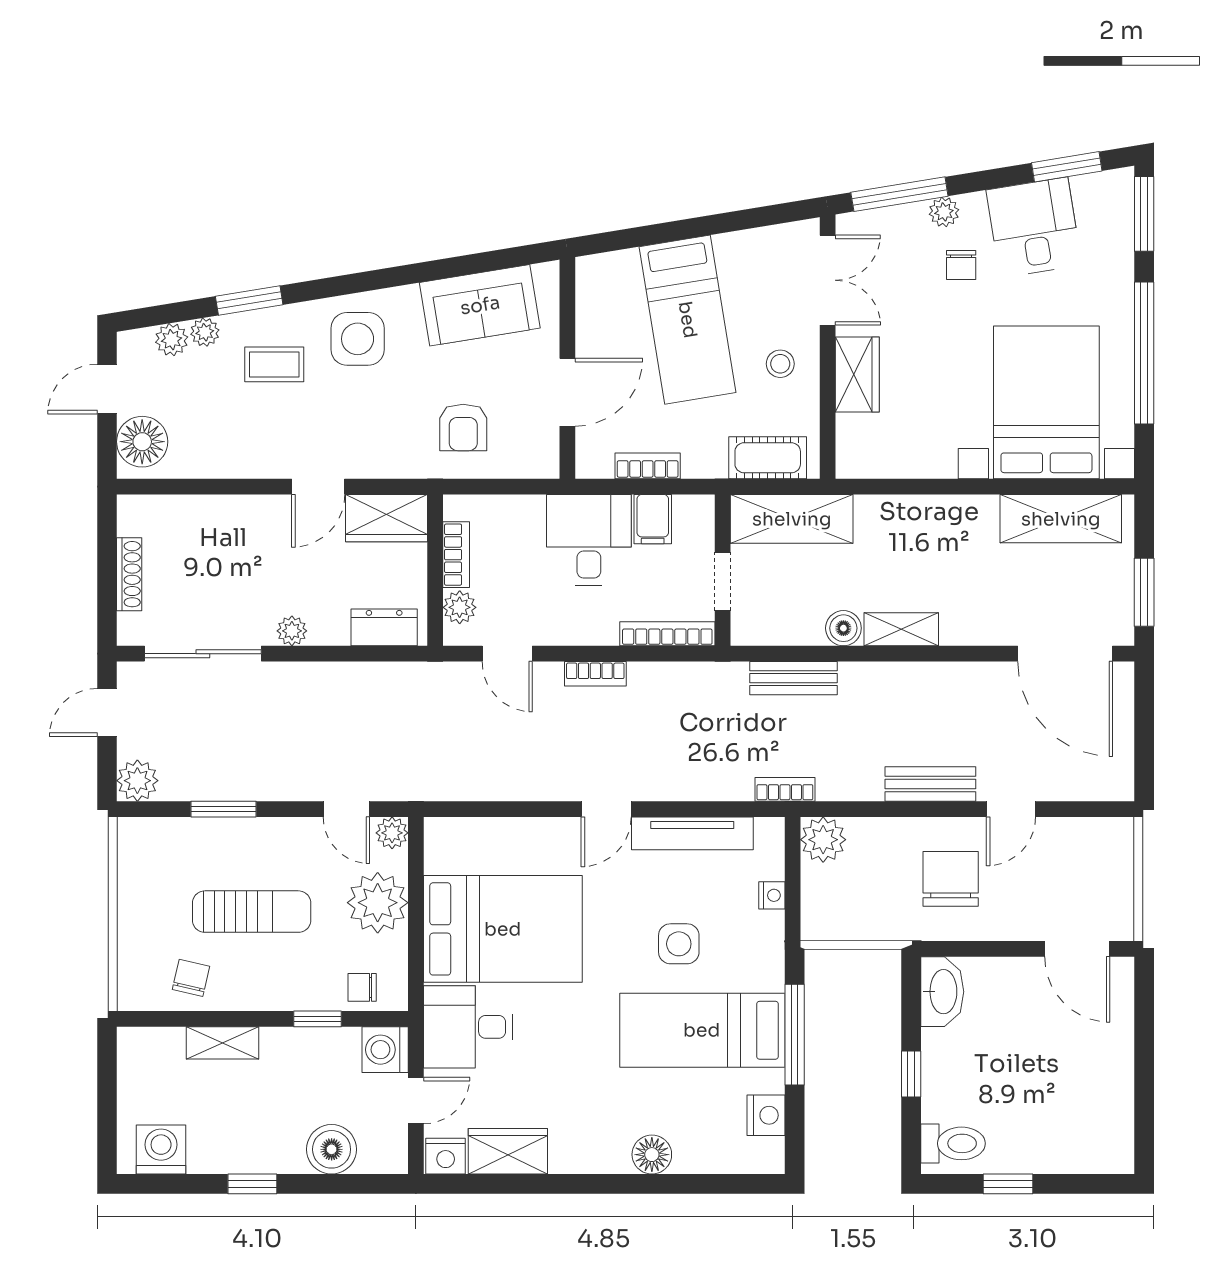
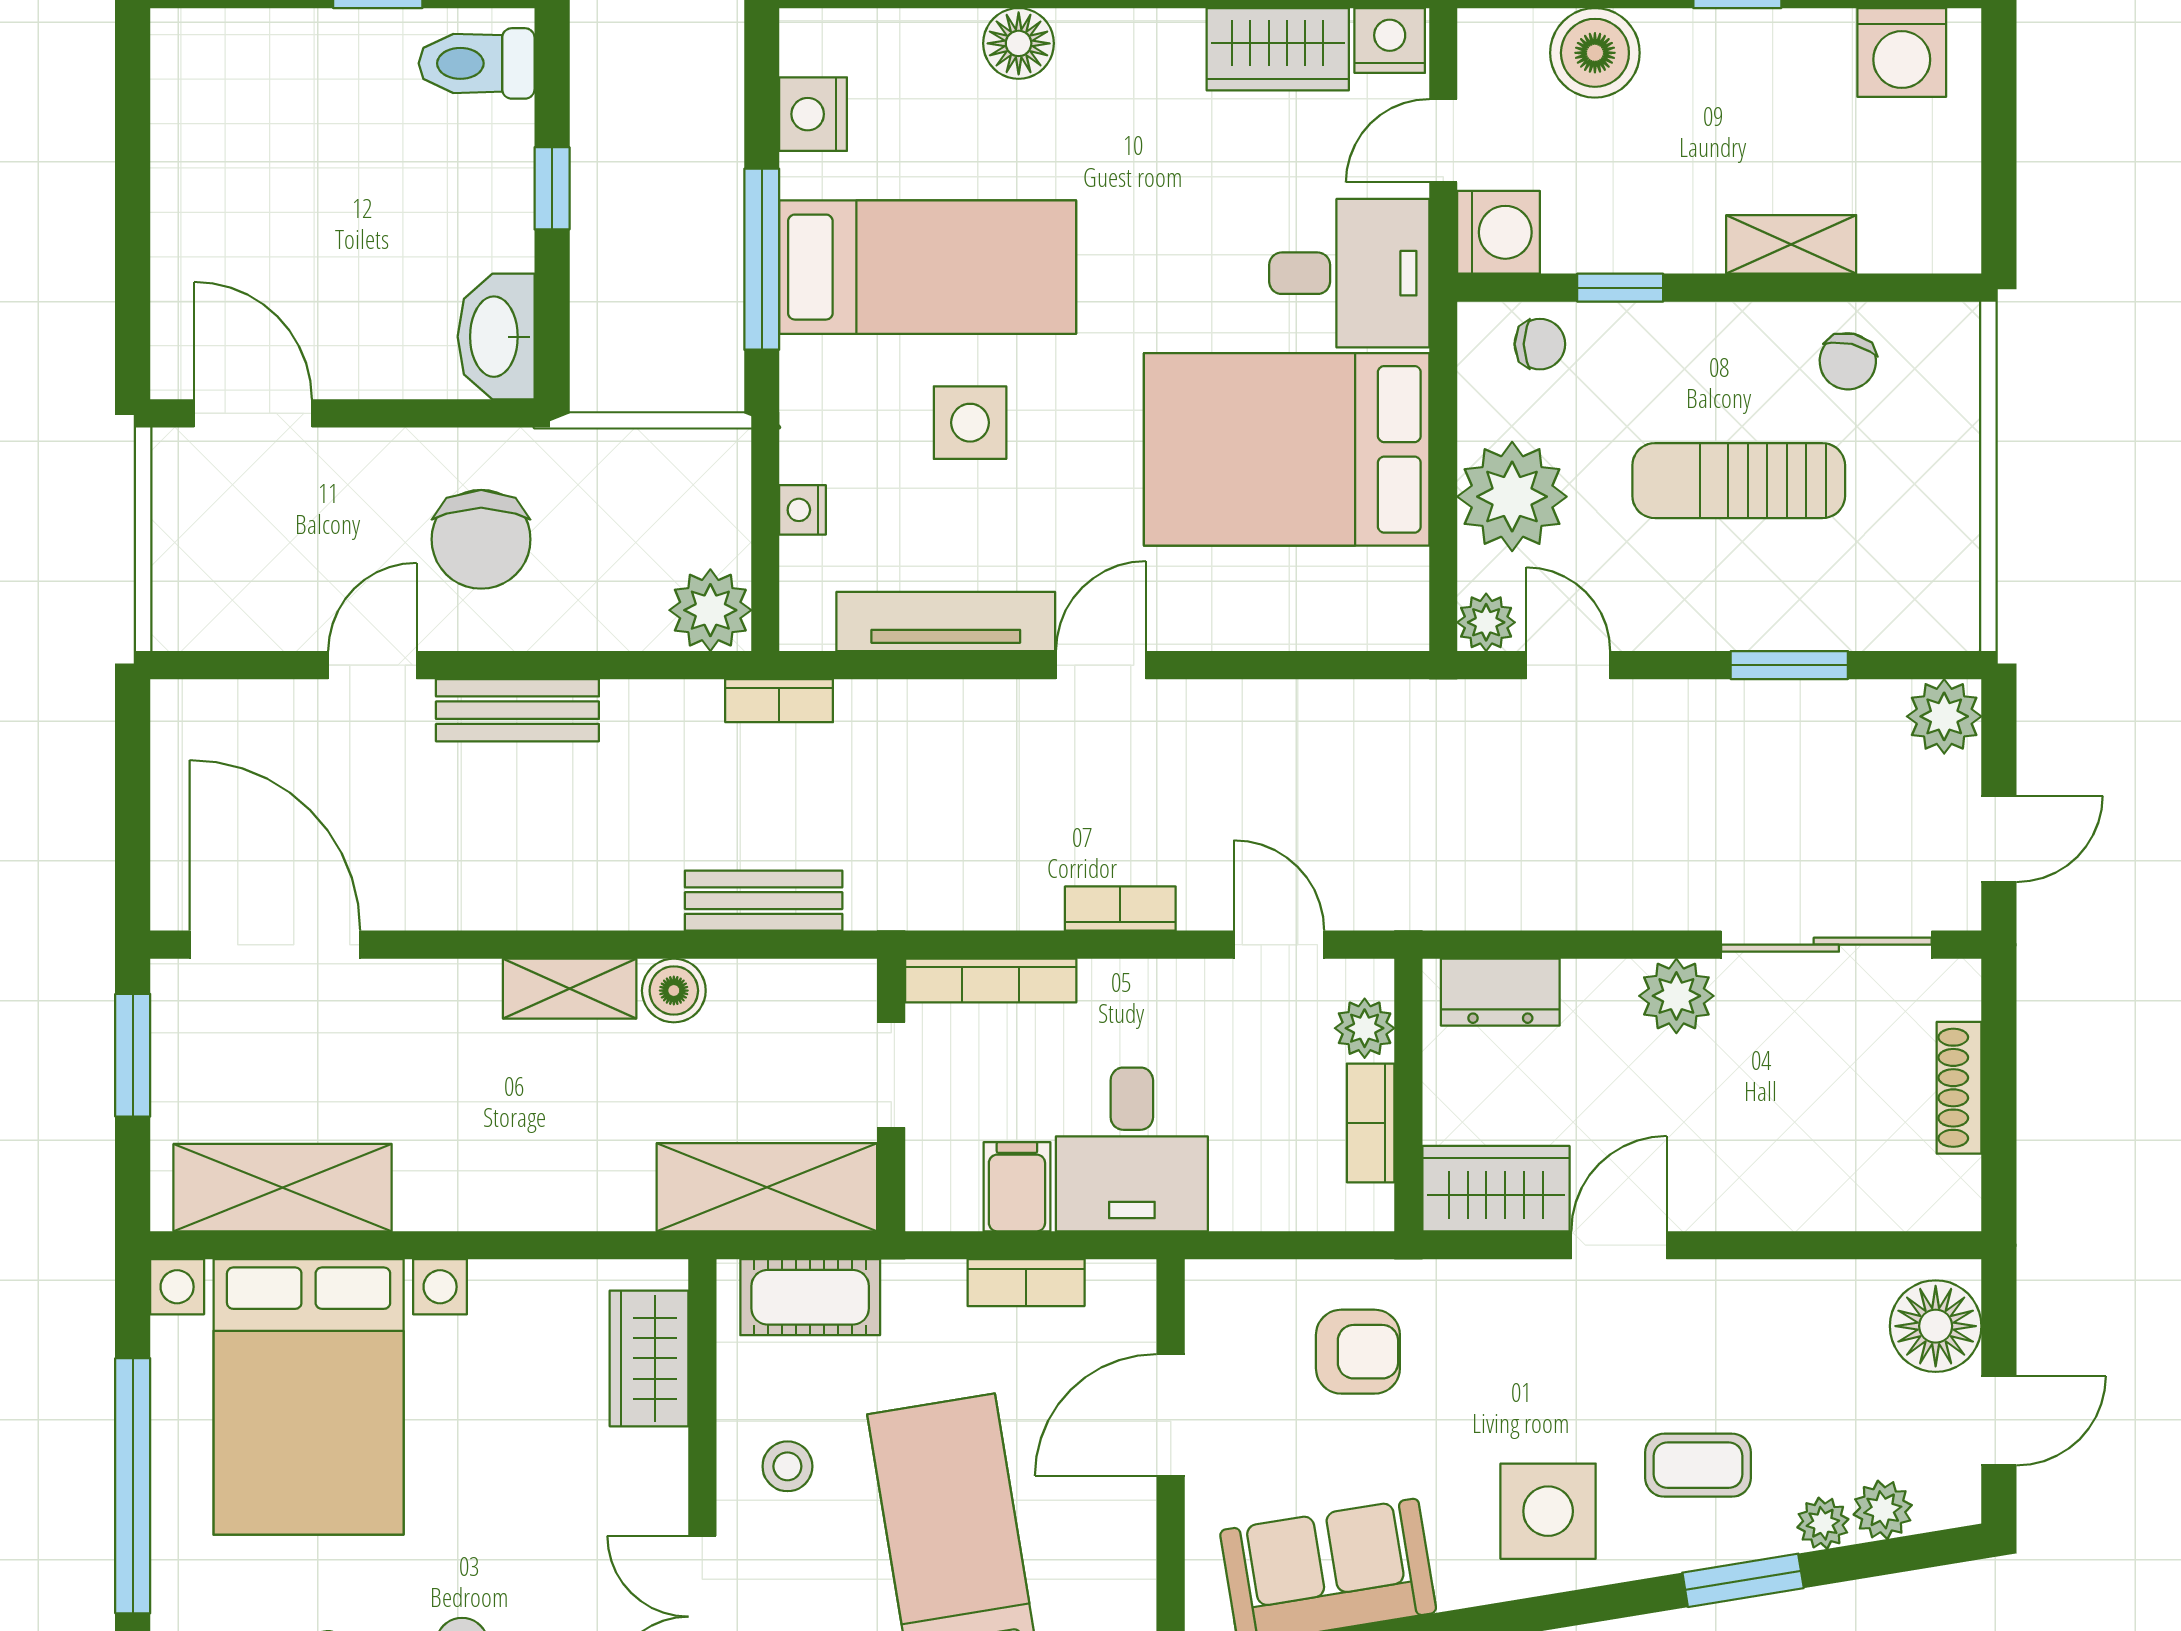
wardrobe: (857, 375) -> (649, 1358), moved
armchair: (463, 428) -> (1358, 1352), turned 90
plant: (292, 631) -> (1676, 996), width x1.38, depth x1.38

